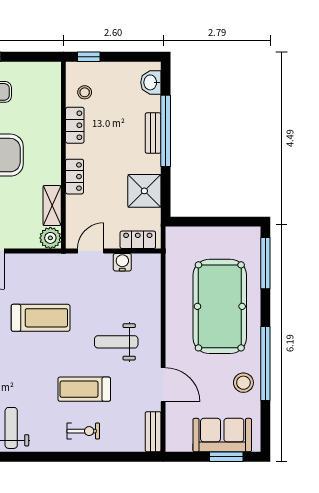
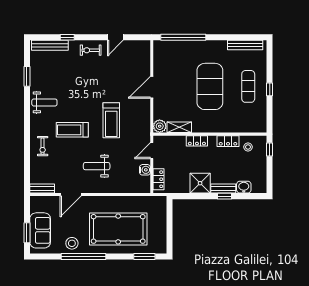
washbasin: (151, 82) -> (244, 187), moved
window: (166, 131) -> (225, 196), width x0.32
shower: (144, 191) -> (200, 183), moved
door: (91, 251) -> (152, 151), swing flipped
window: (265, 263) -> (144, 257), width x0.69
weight bench: (116, 342) -> (97, 166), turned -90
treadmill: (84, 389) -> (72, 130), moved, turned -90

